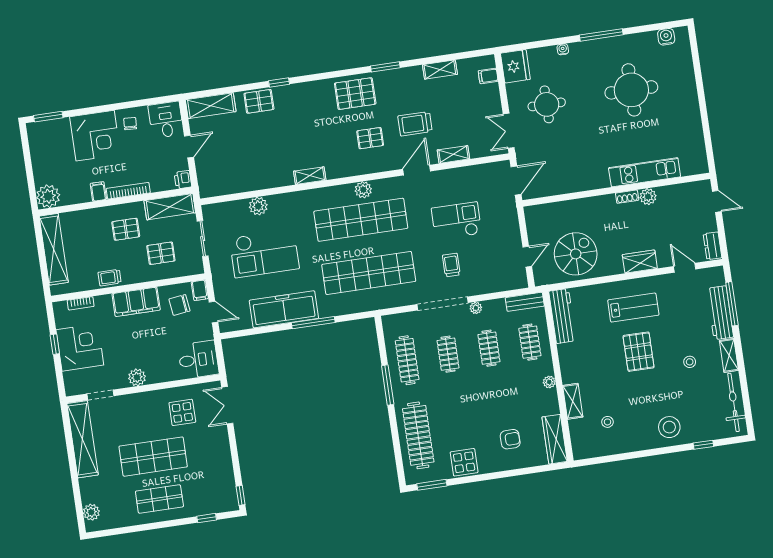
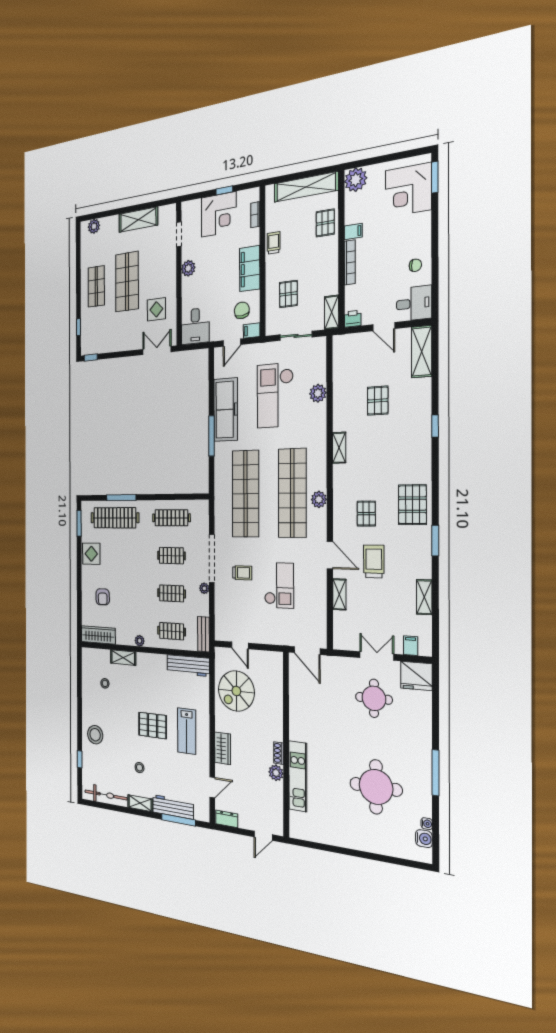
water cooler: (563, 49) -> (427, 824), moved
pallet: (259, 101) -> (378, 401), moved
double door: (509, 131) -> (377, 656), moved
corner desk: (95, 136) -> (408, 190), moved
shelving: (170, 207) -> (332, 312), width x0.67, depth x0.75
pallet: (126, 229) -> (325, 223), moved
spiral stairs: (576, 254) -> (236, 691), turned 90
window: (388, 385) -> (121, 498), moved
shelving: (83, 439) -> (138, 220), width x0.68

